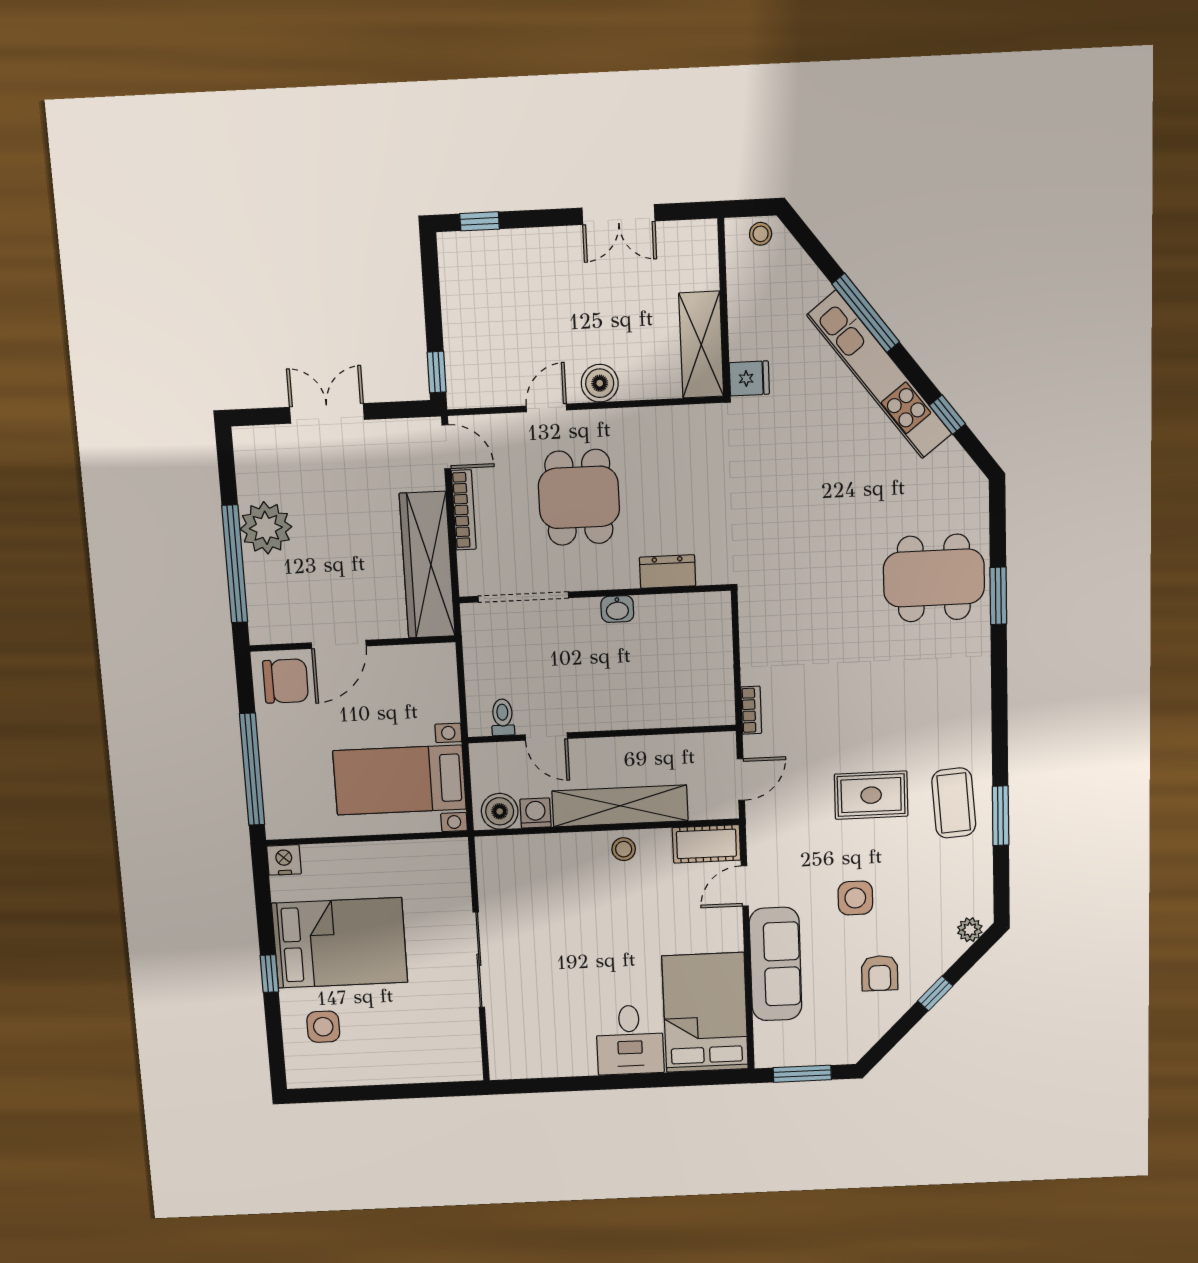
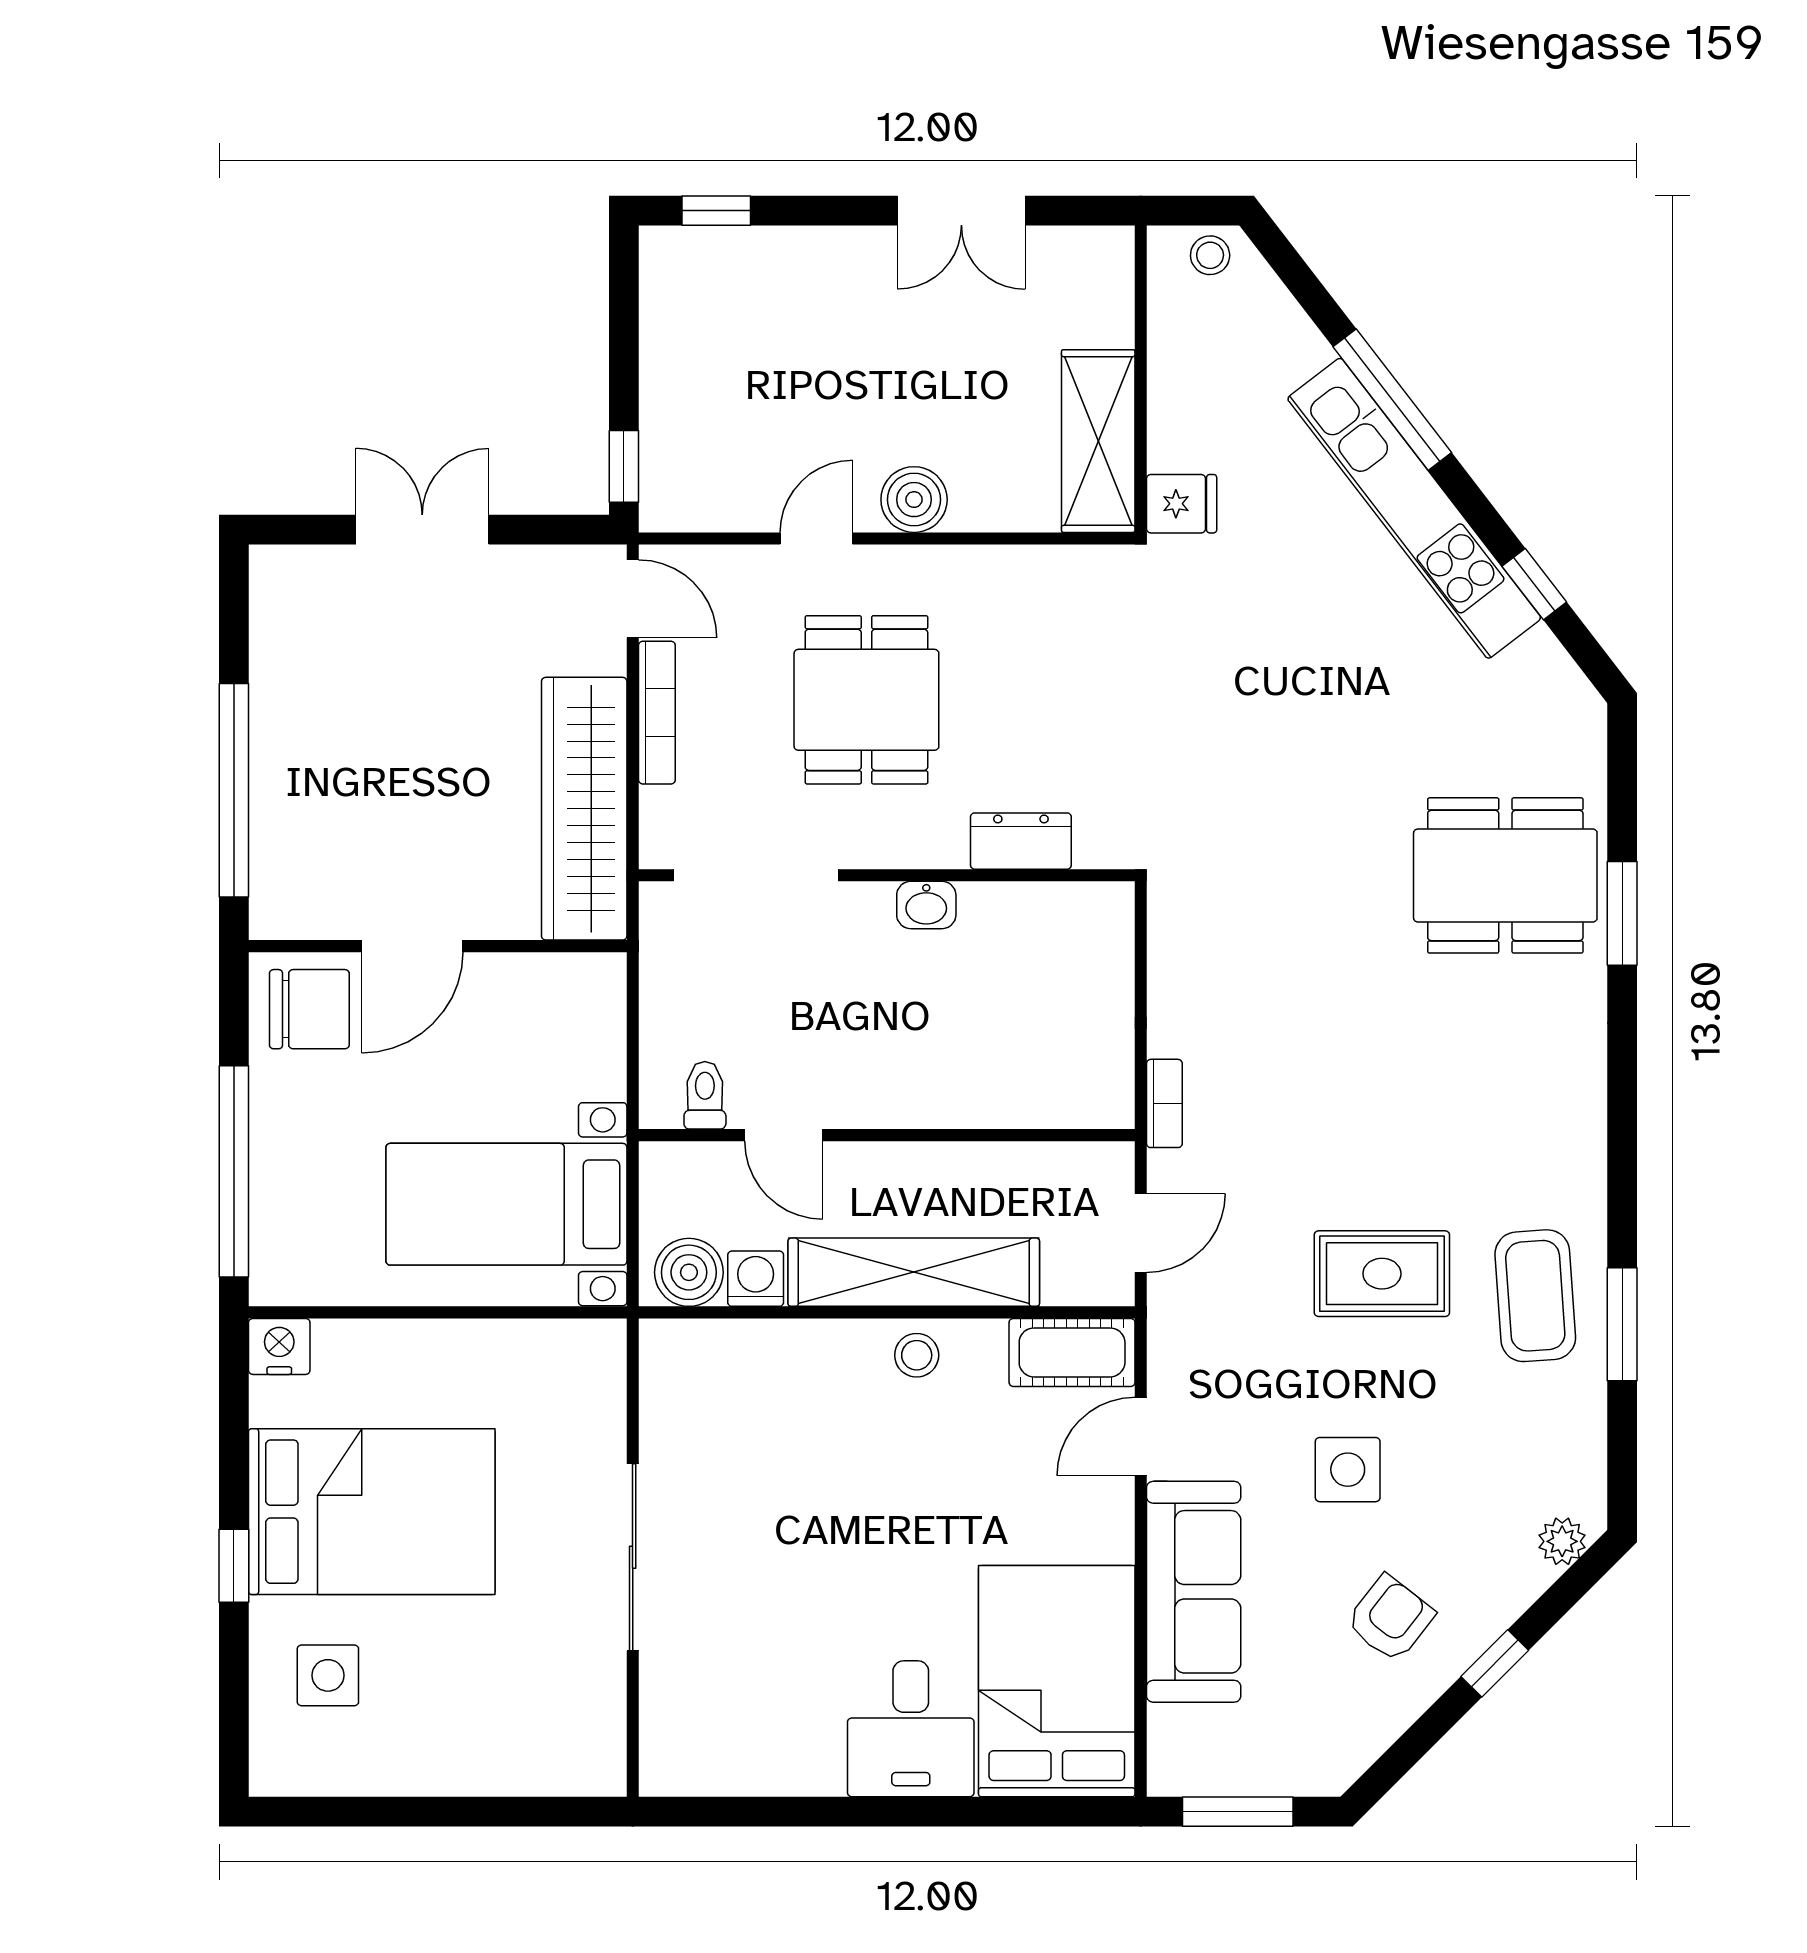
plant: (266, 528) -> (296, 728), removed
armchair: (880, 973) -> (1390, 1619), turned -142

